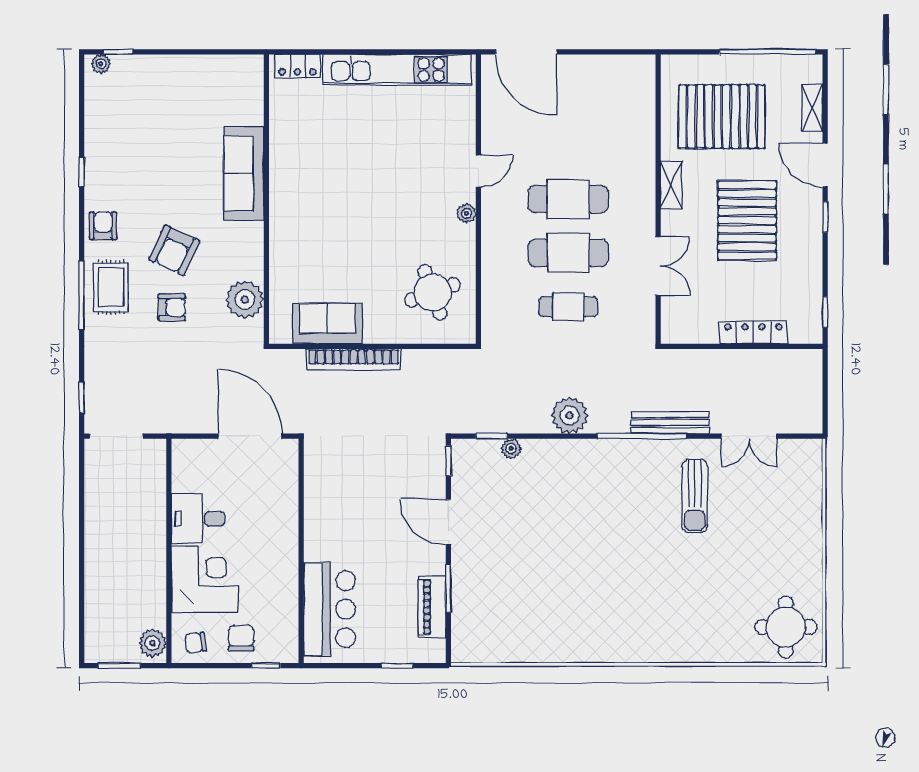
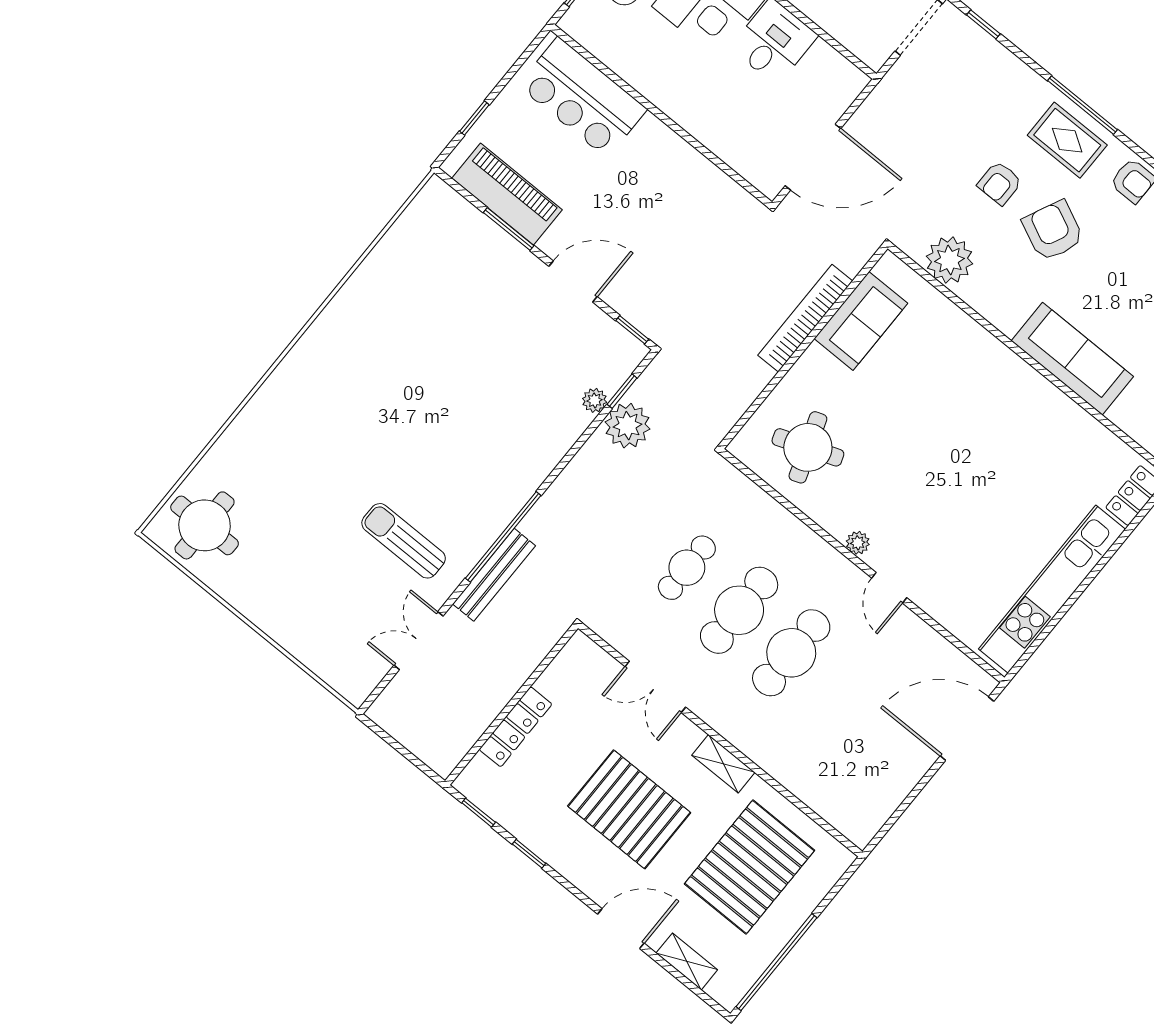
window: (825, 217) -> (529, 854), moved
plant: (570, 415) -> (628, 426), moved
piano: (432, 607) -> (507, 194), width x1.37, depth x1.33

